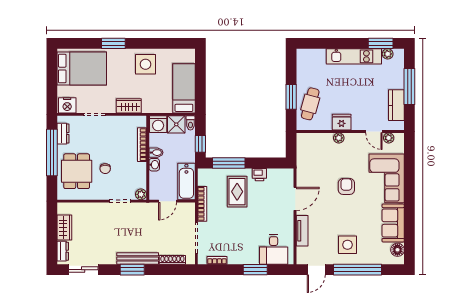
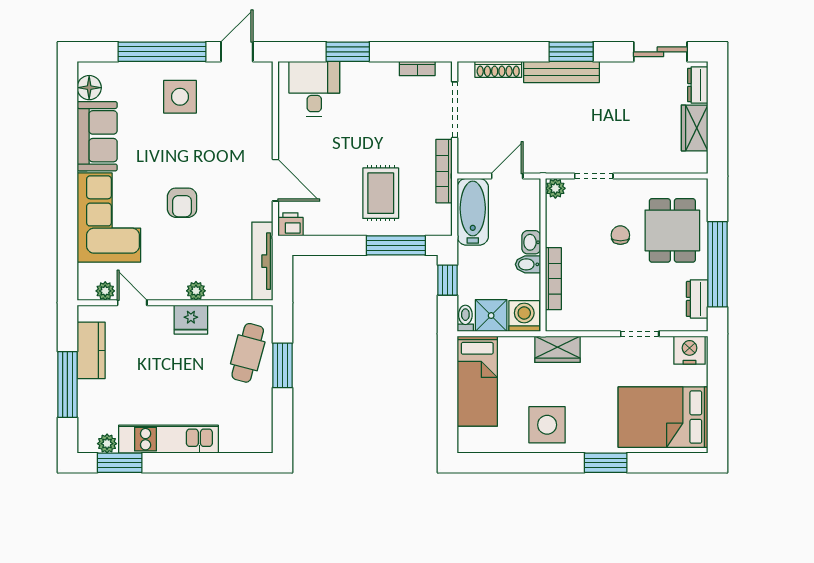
wardrobe: (129, 106) -> (557, 349), moved
printer: (259, 175) -> (290, 224), moved
door: (295, 199) -> (275, 180), swing flipped
tv unit: (302, 231) -> (262, 261), moved, width x1.41

